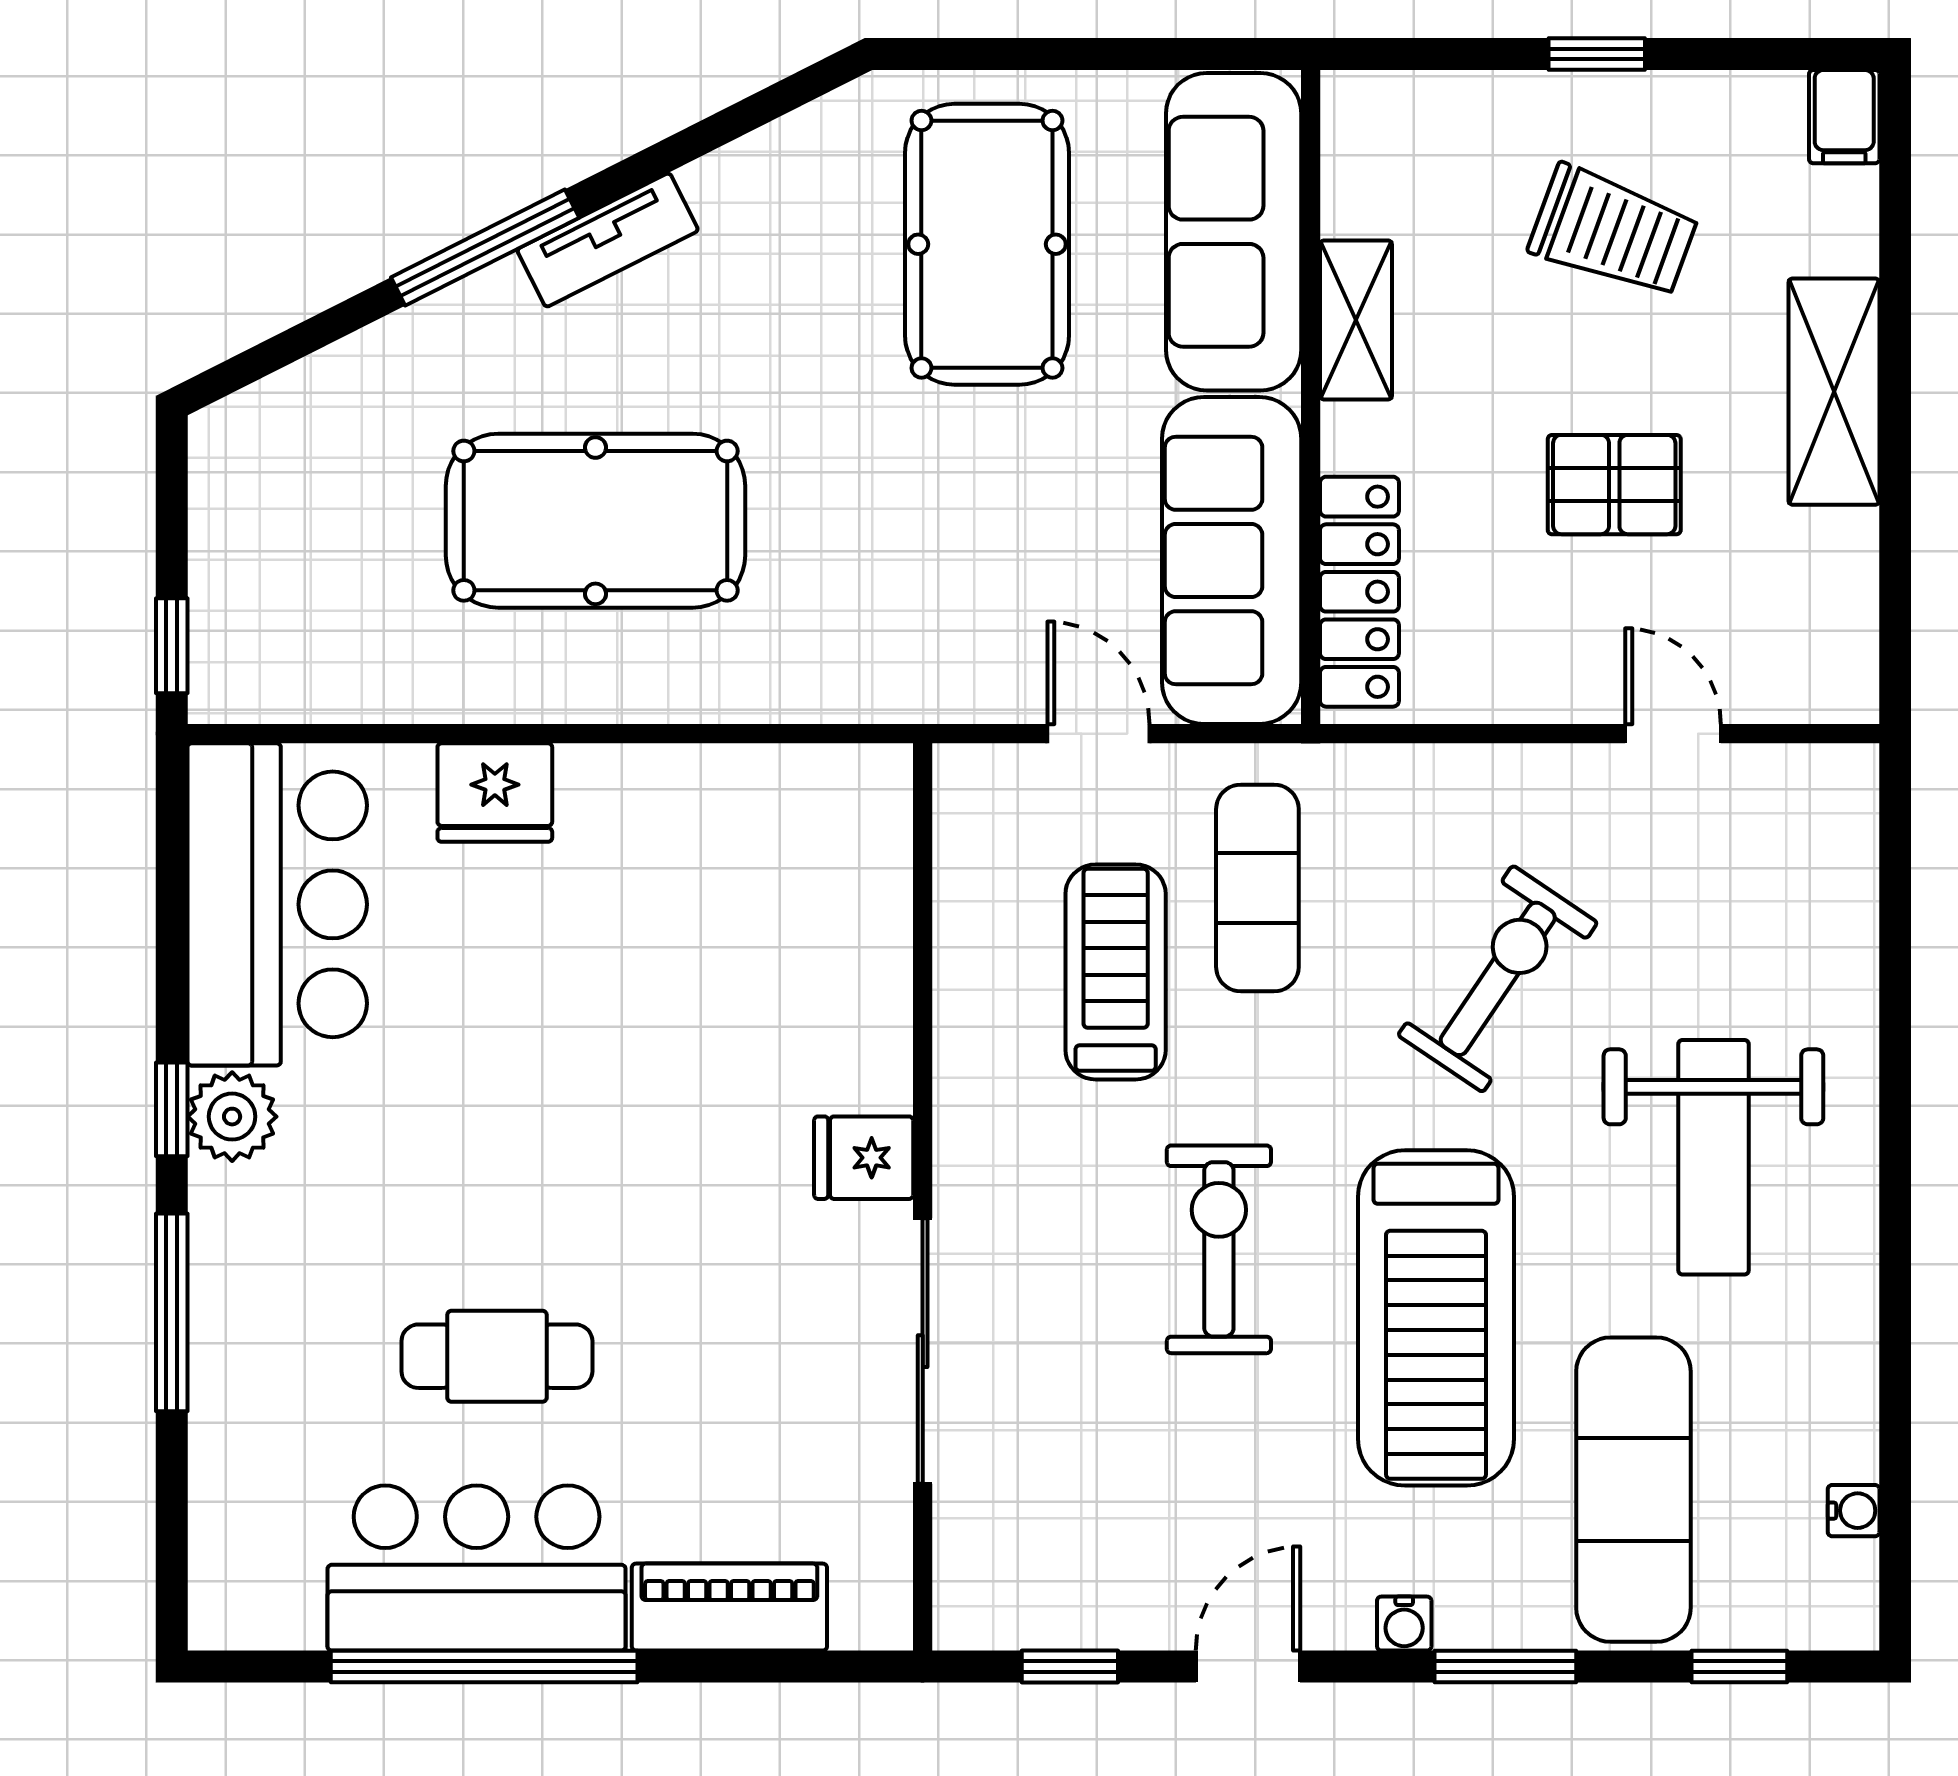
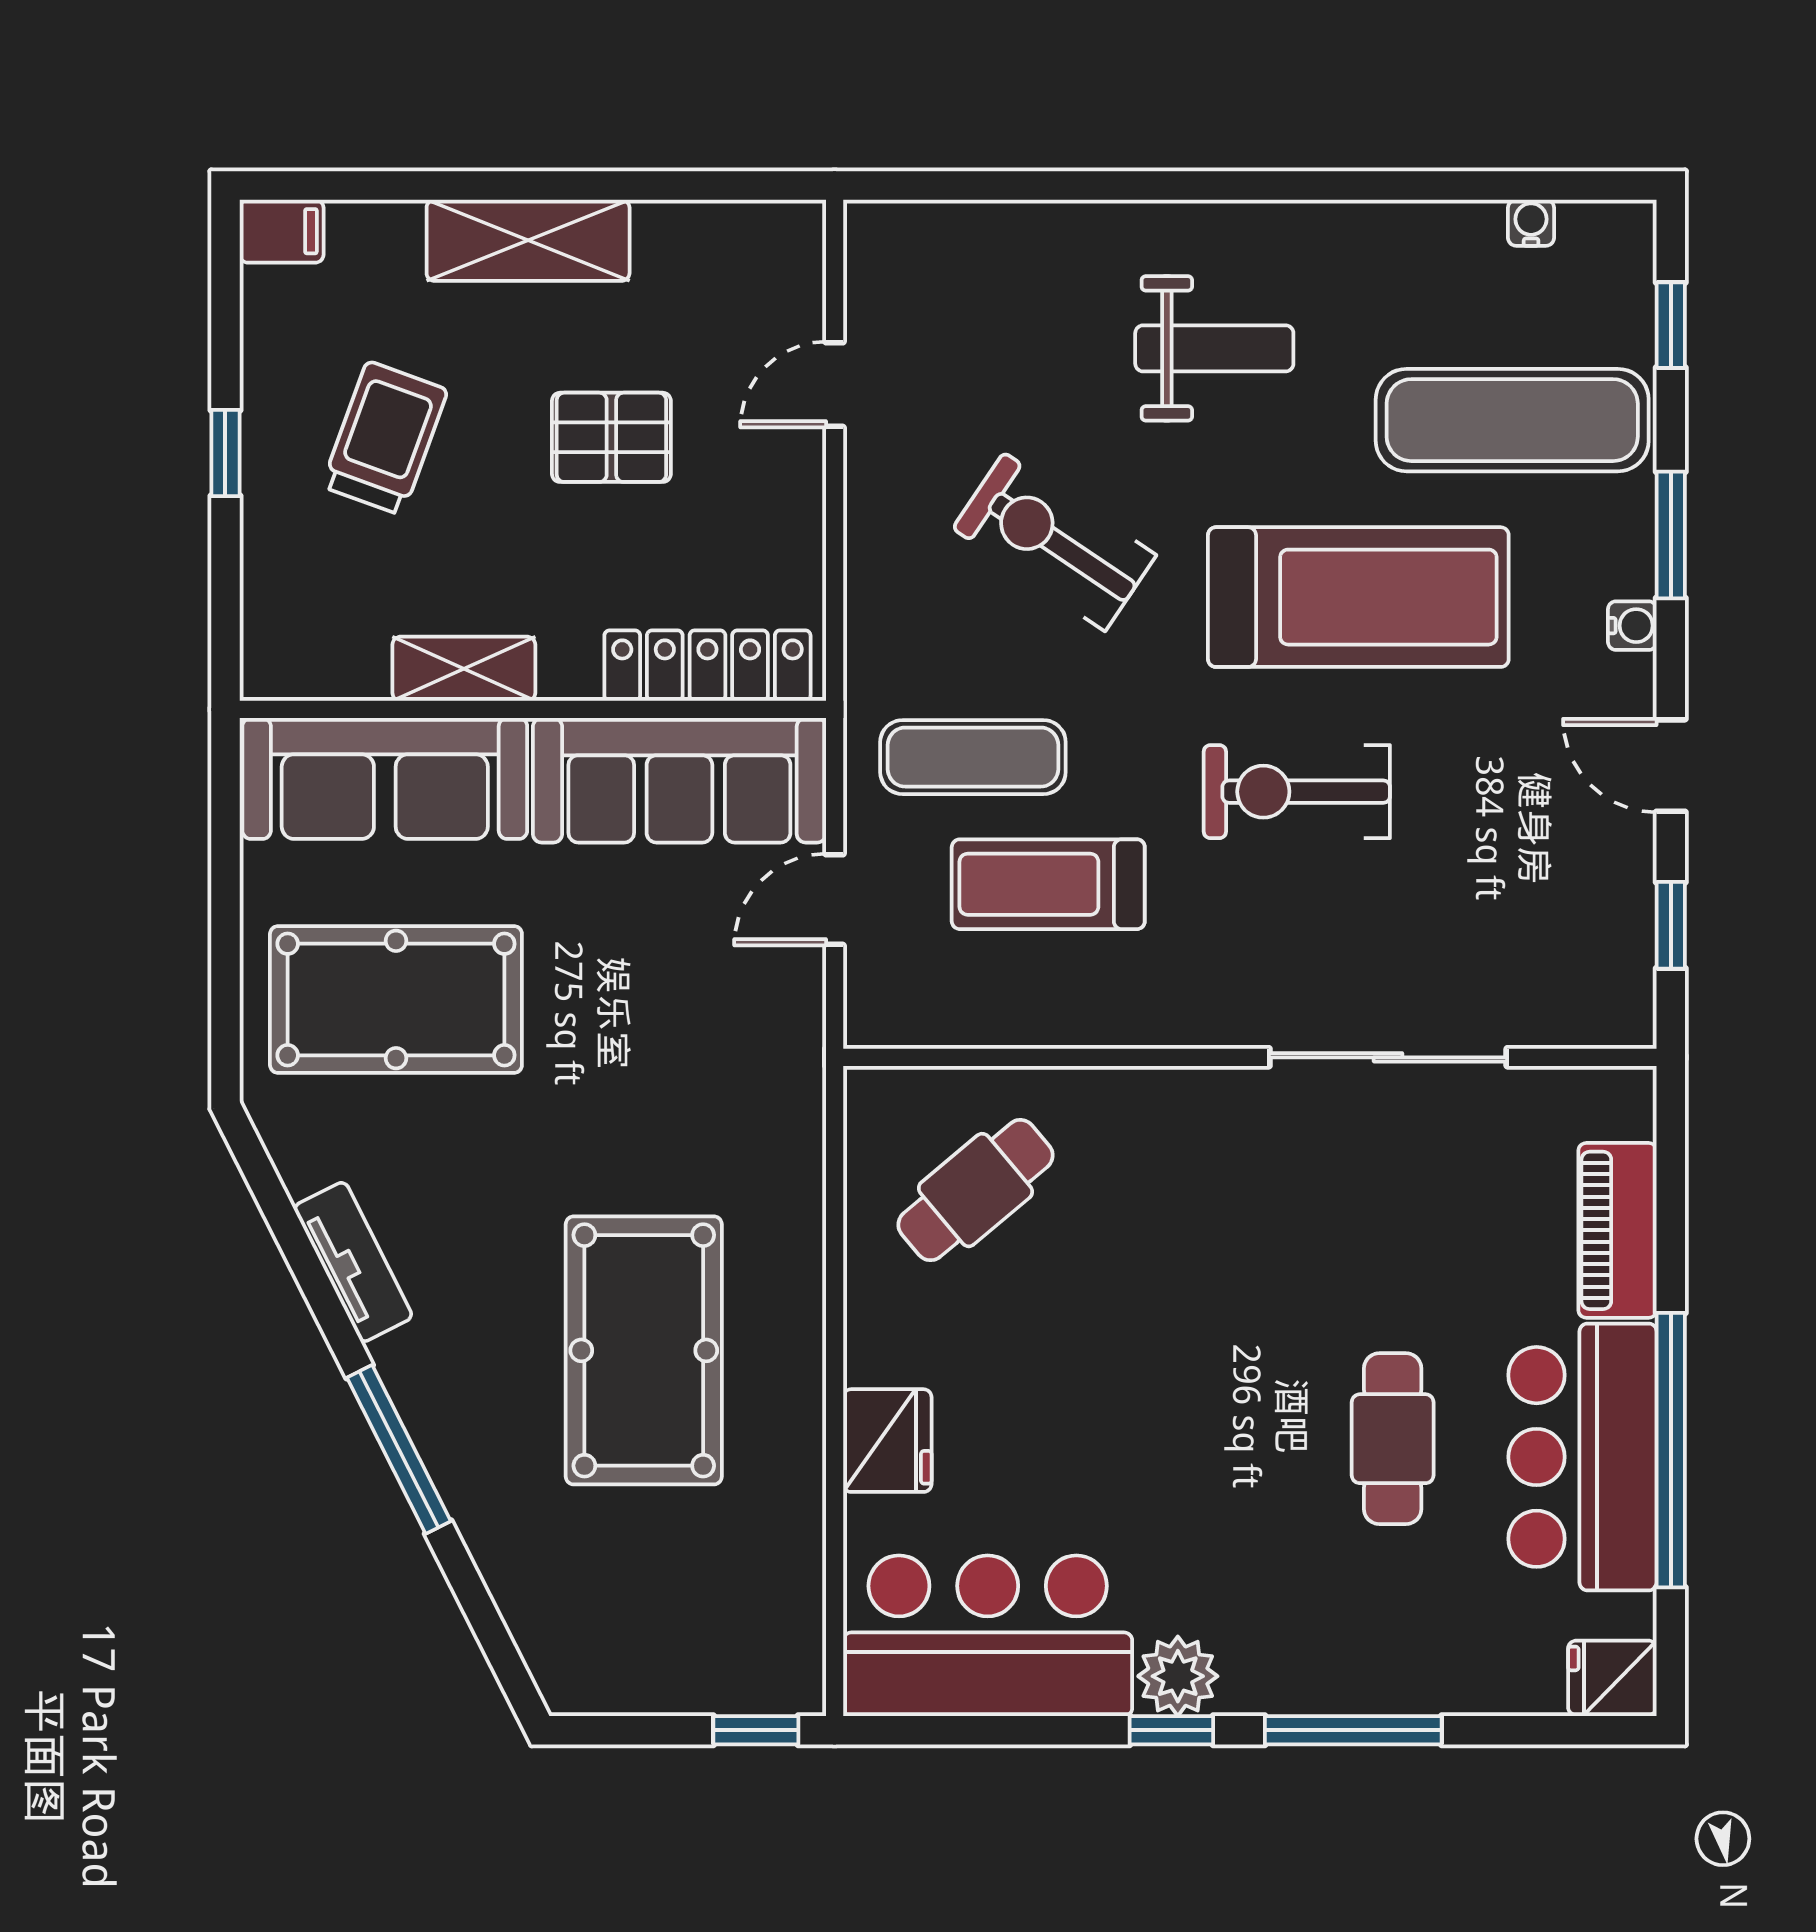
tv unit: (608, 240) -> (353, 1262), moved
pallet: (1614, 485) -> (611, 437), turned 90
cafe table: (774, 891) -> (975, 1190), added
weight bench: (1713, 1157) -> (1214, 348), width x0.73, depth x0.75
fridge: (864, 1158) -> (1612, 1678), moved, turned 90

